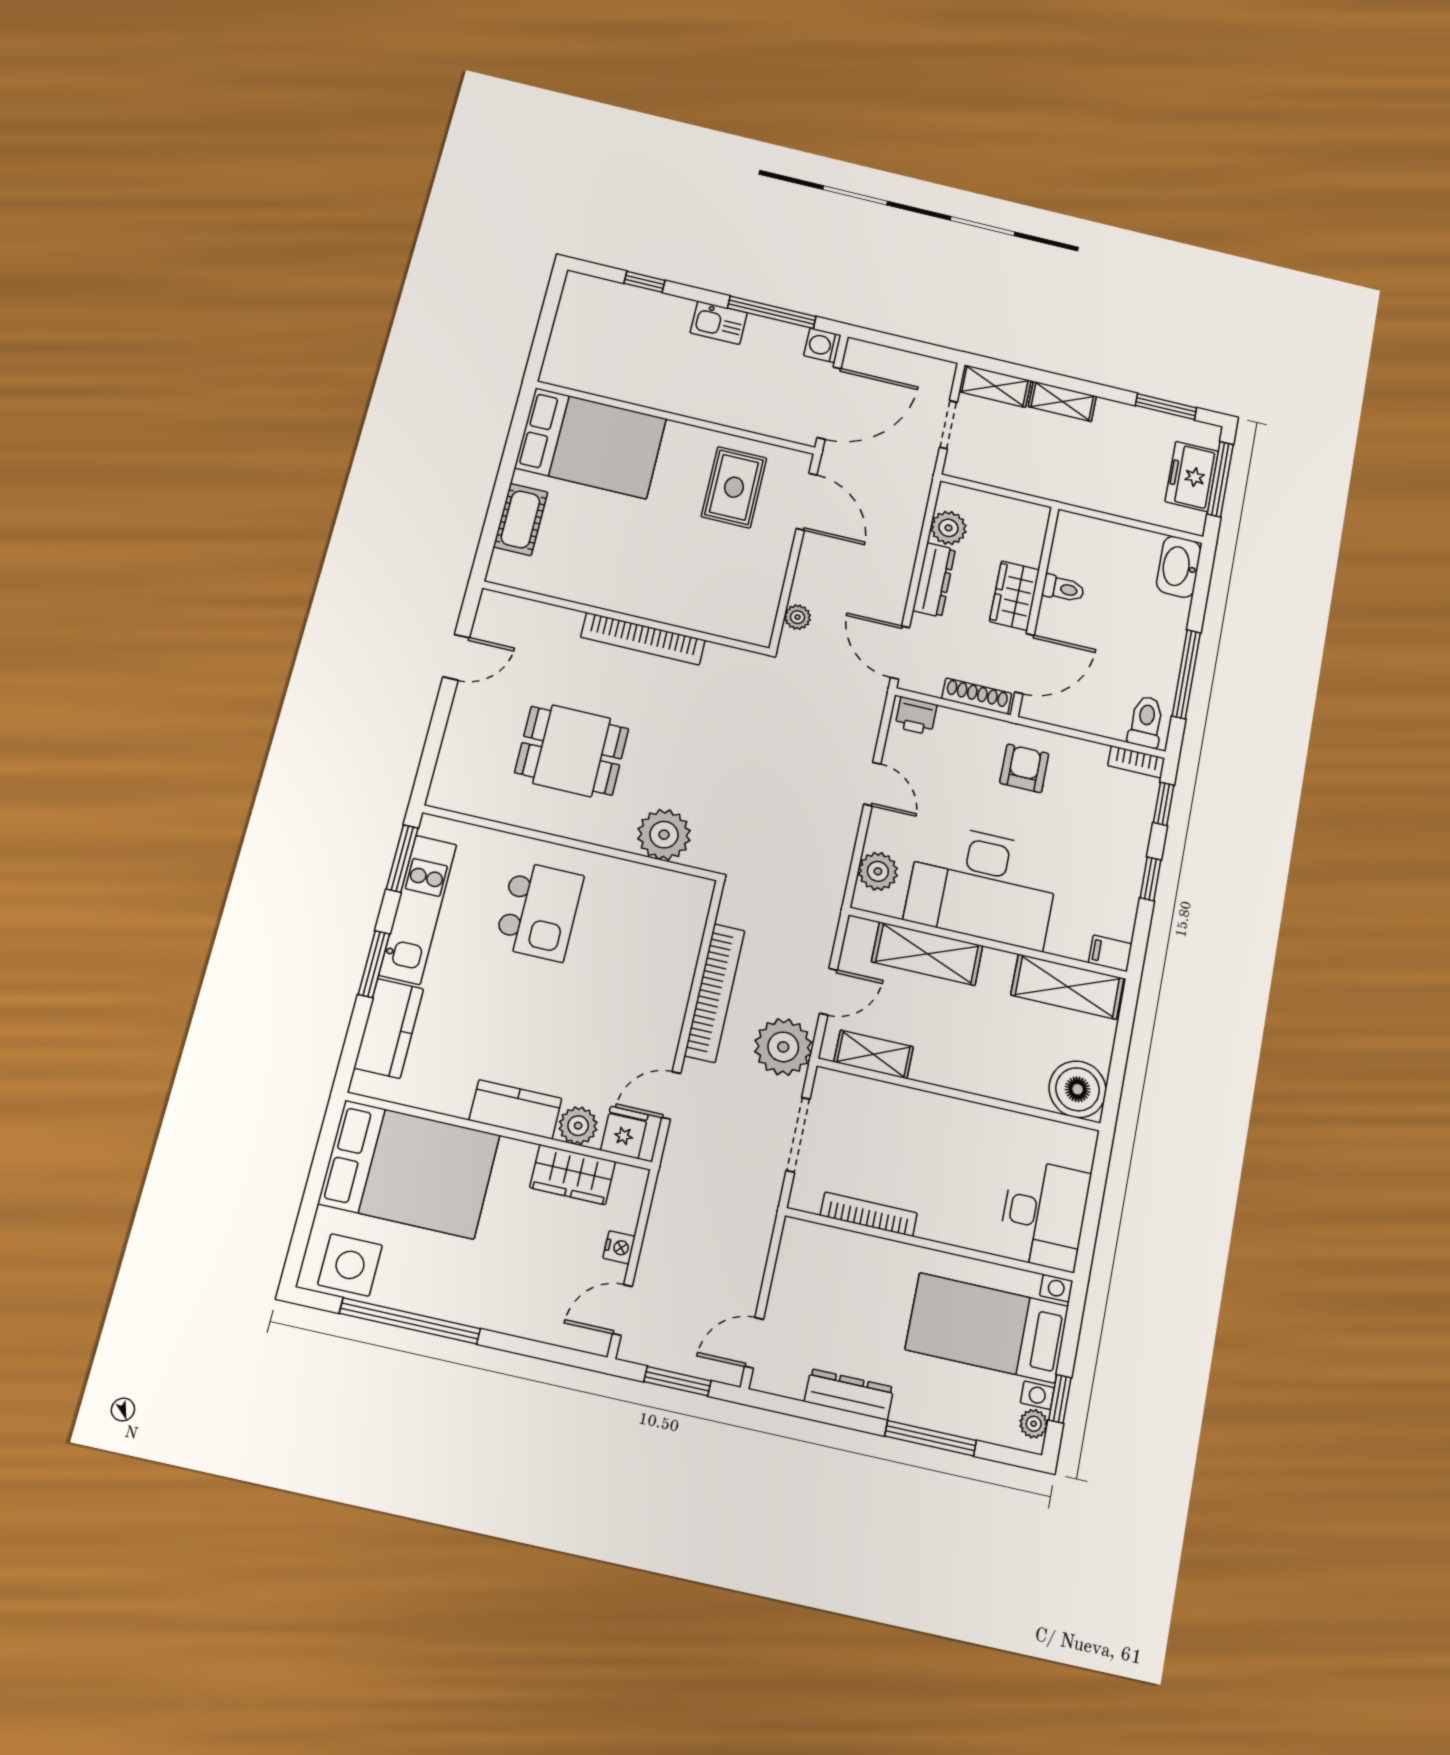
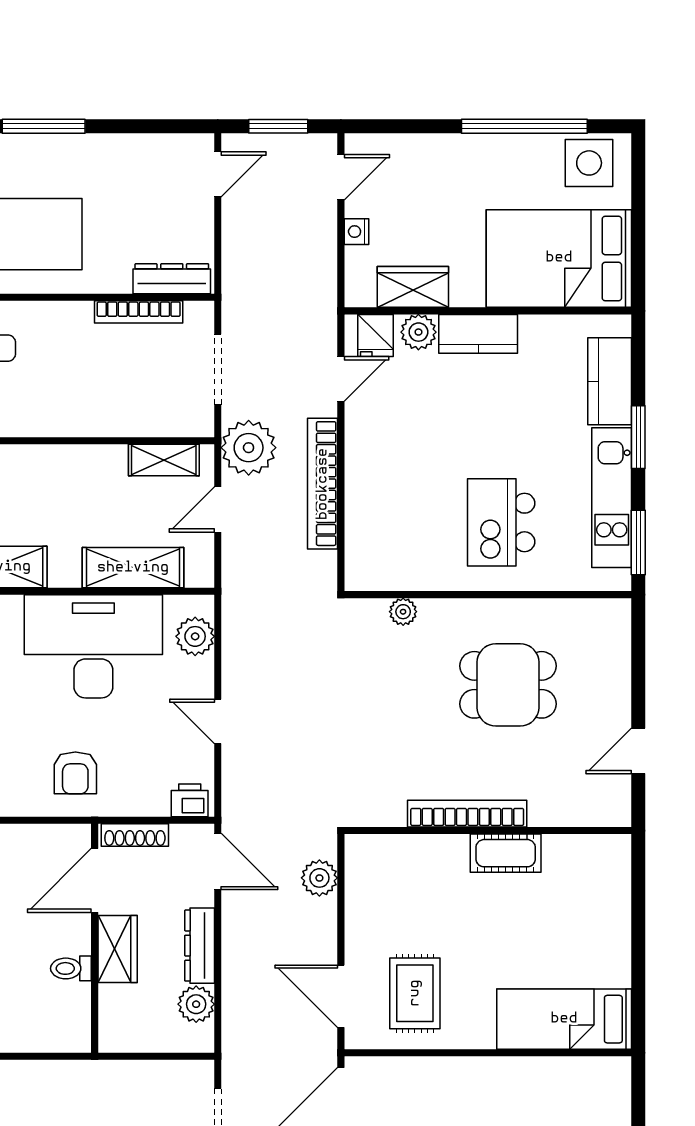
bed: (591, 443) -> (564, 1019), width x0.67
cot: (520, 519) -> (506, 853), moved, turned 90
plant: (797, 617) -> (319, 878), width x1.38, depth x1.38
plant: (664, 835) -> (403, 612), width x0.53, depth x0.53
dresser: (849, 1394) -> (172, 279), moved, turned 180

